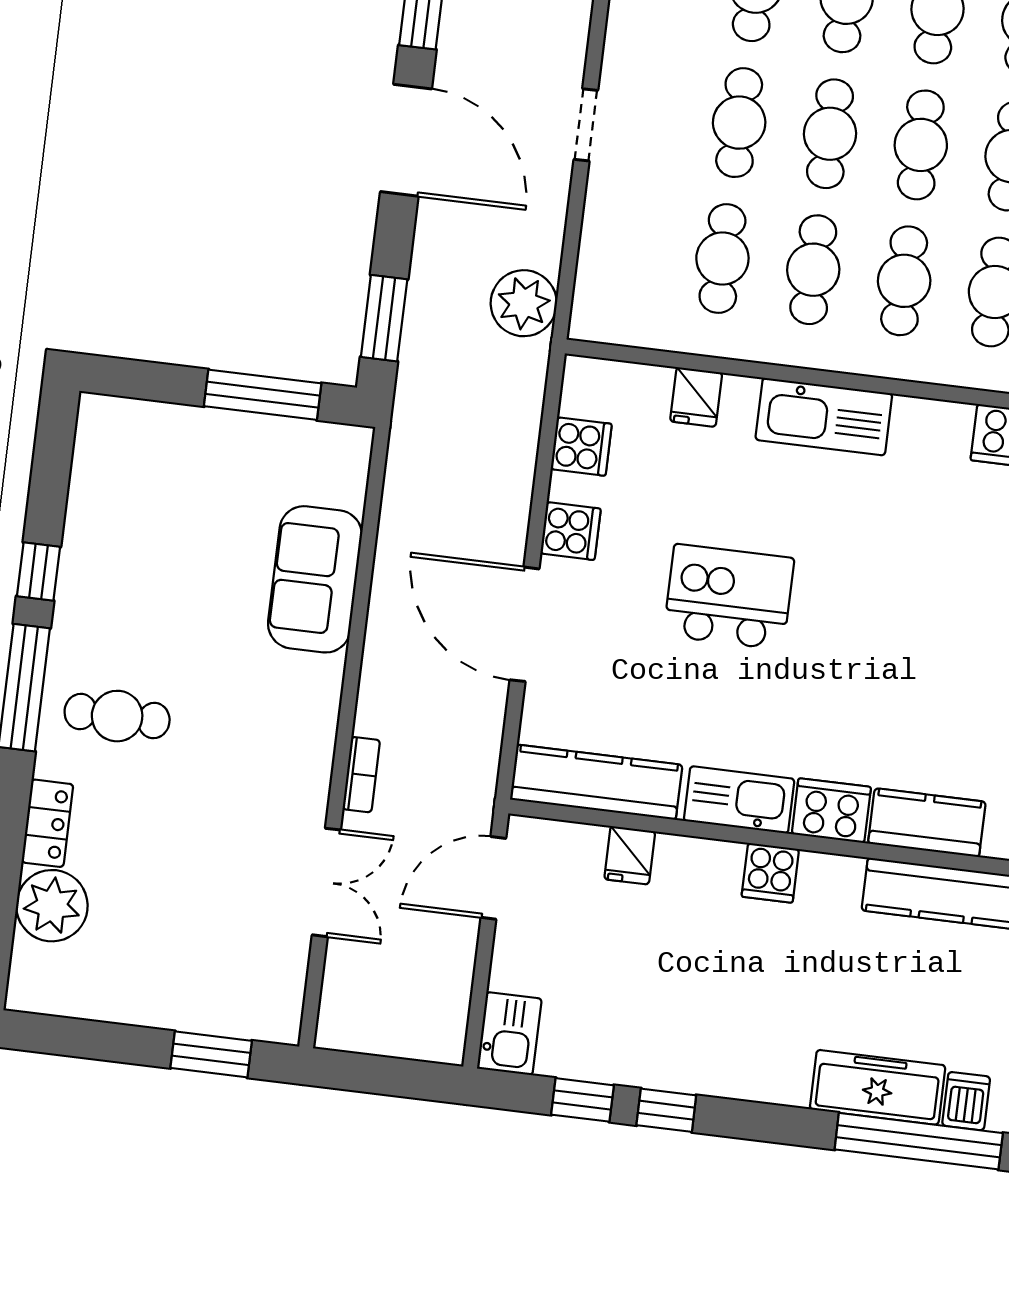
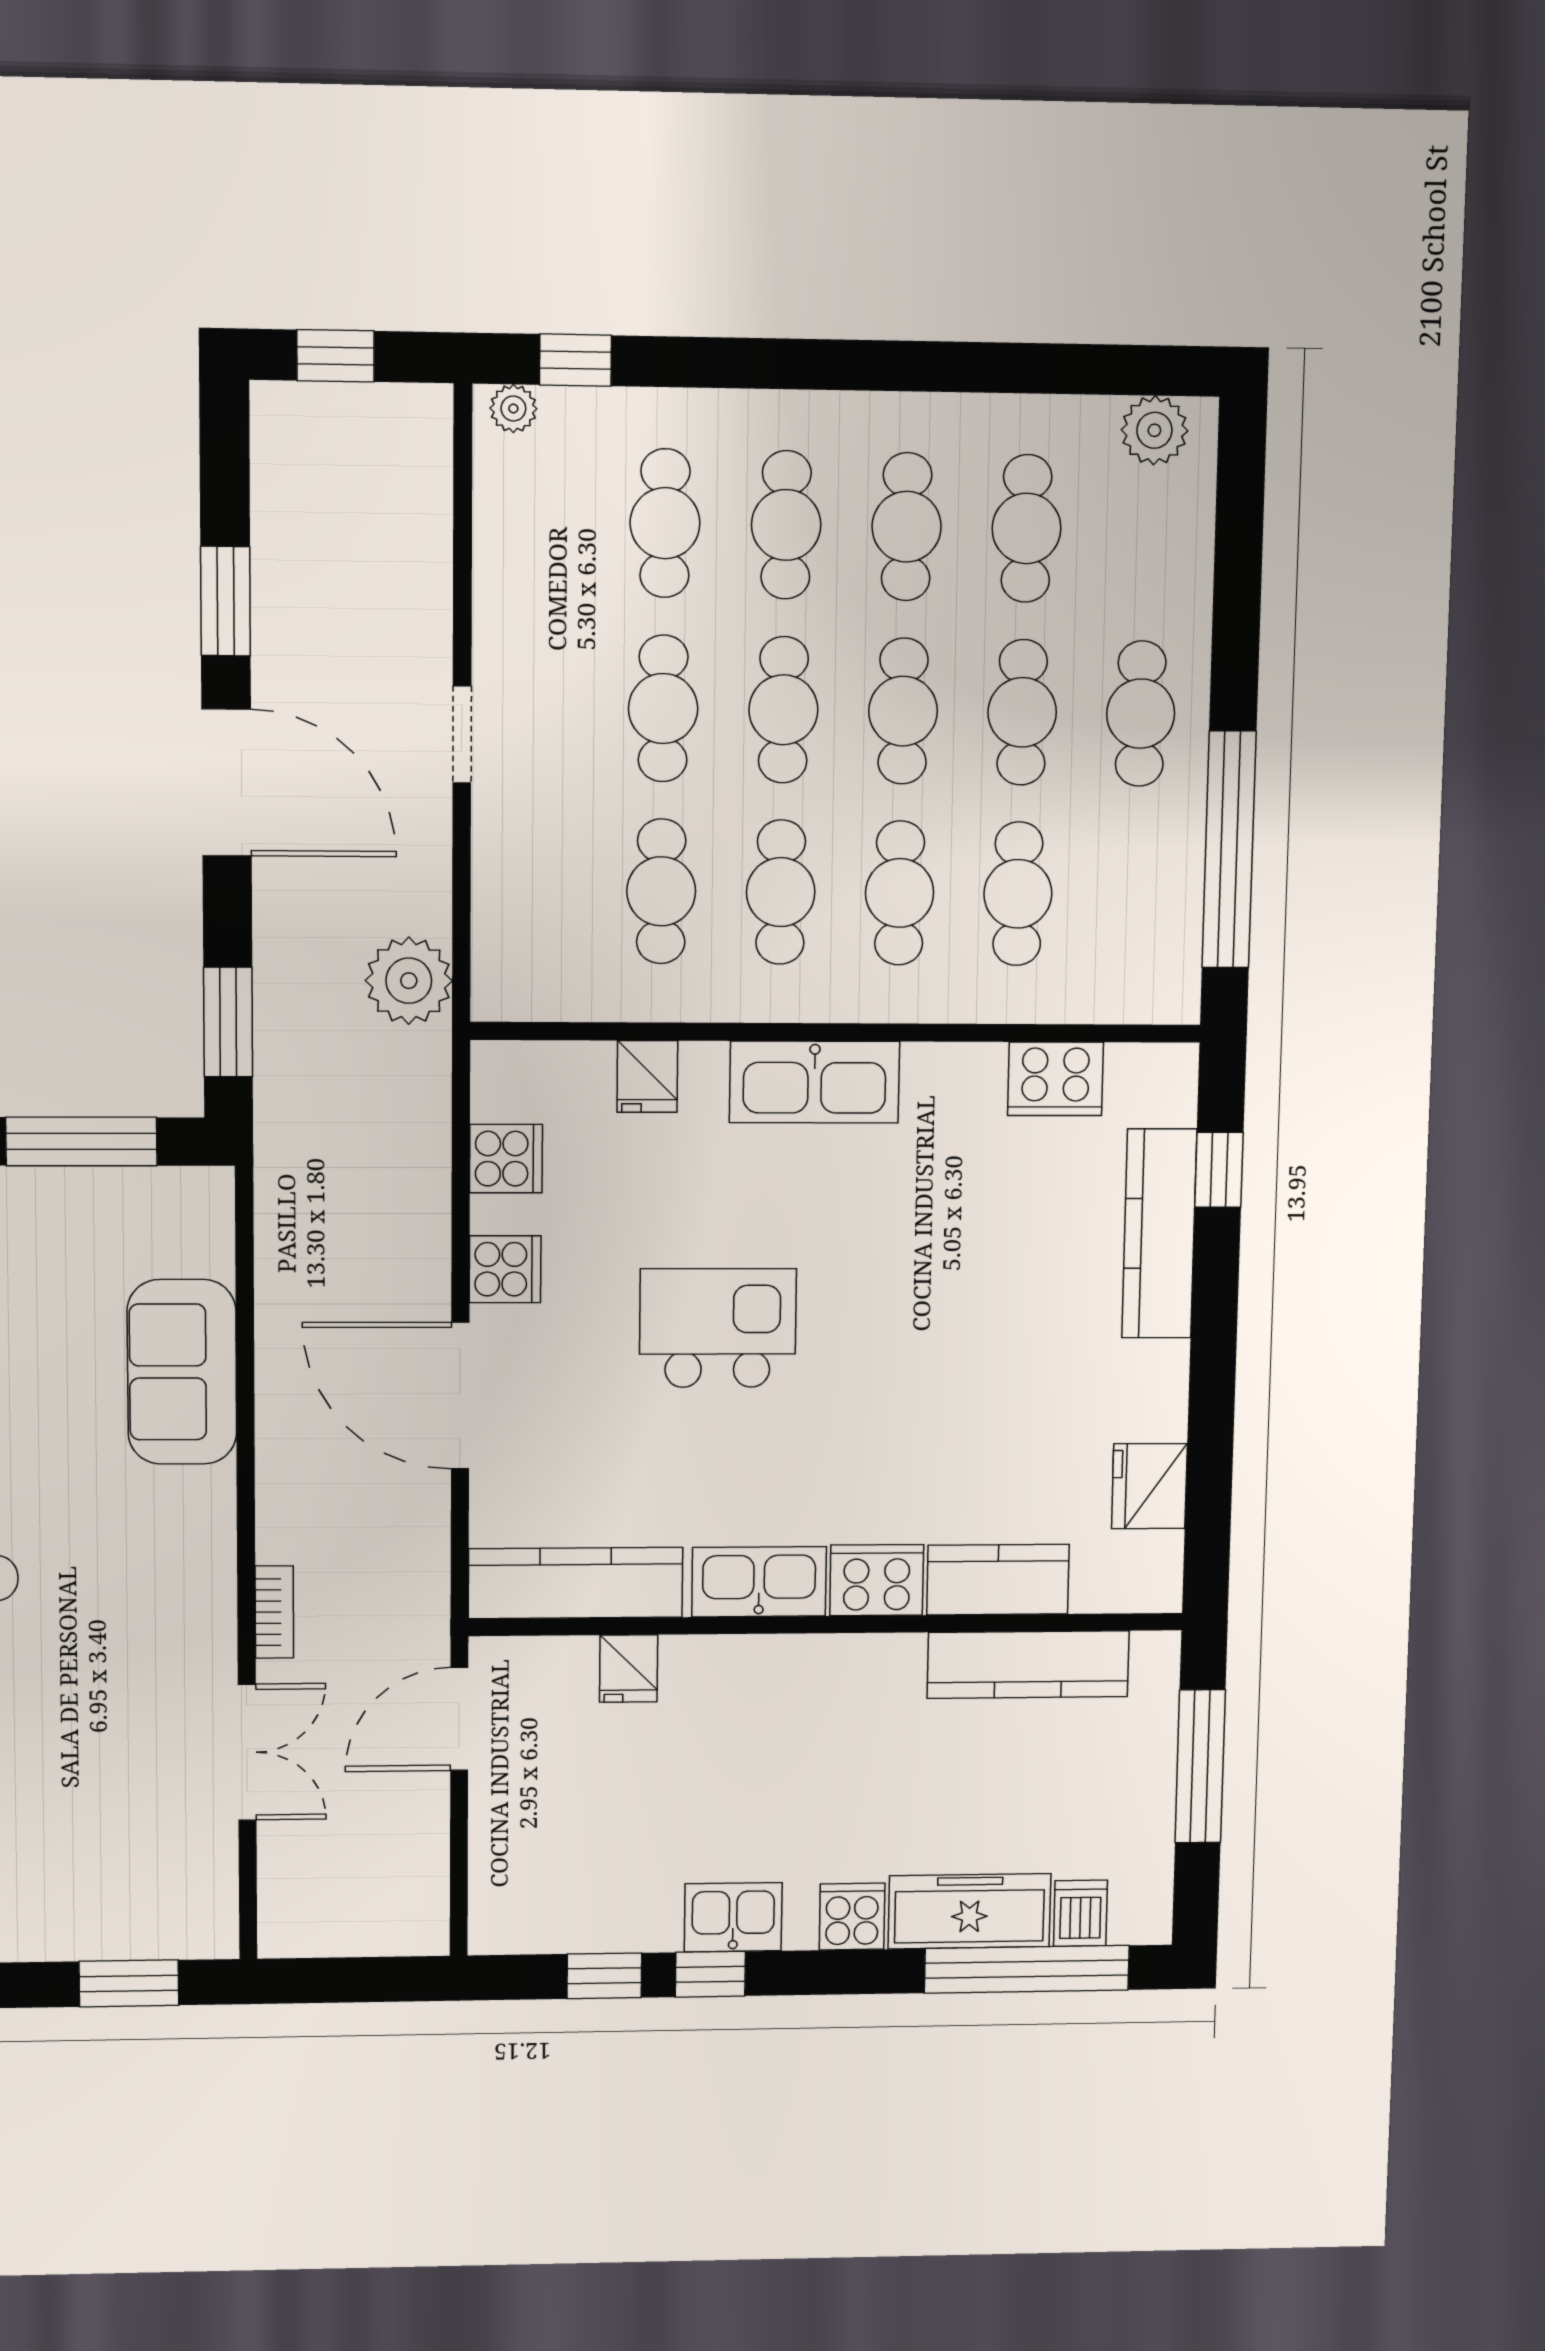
cooker: (770, 873) -> (852, 1917), moved, turned 180
kitchen sink: (509, 1034) -> (733, 1917), moved, turned -90

